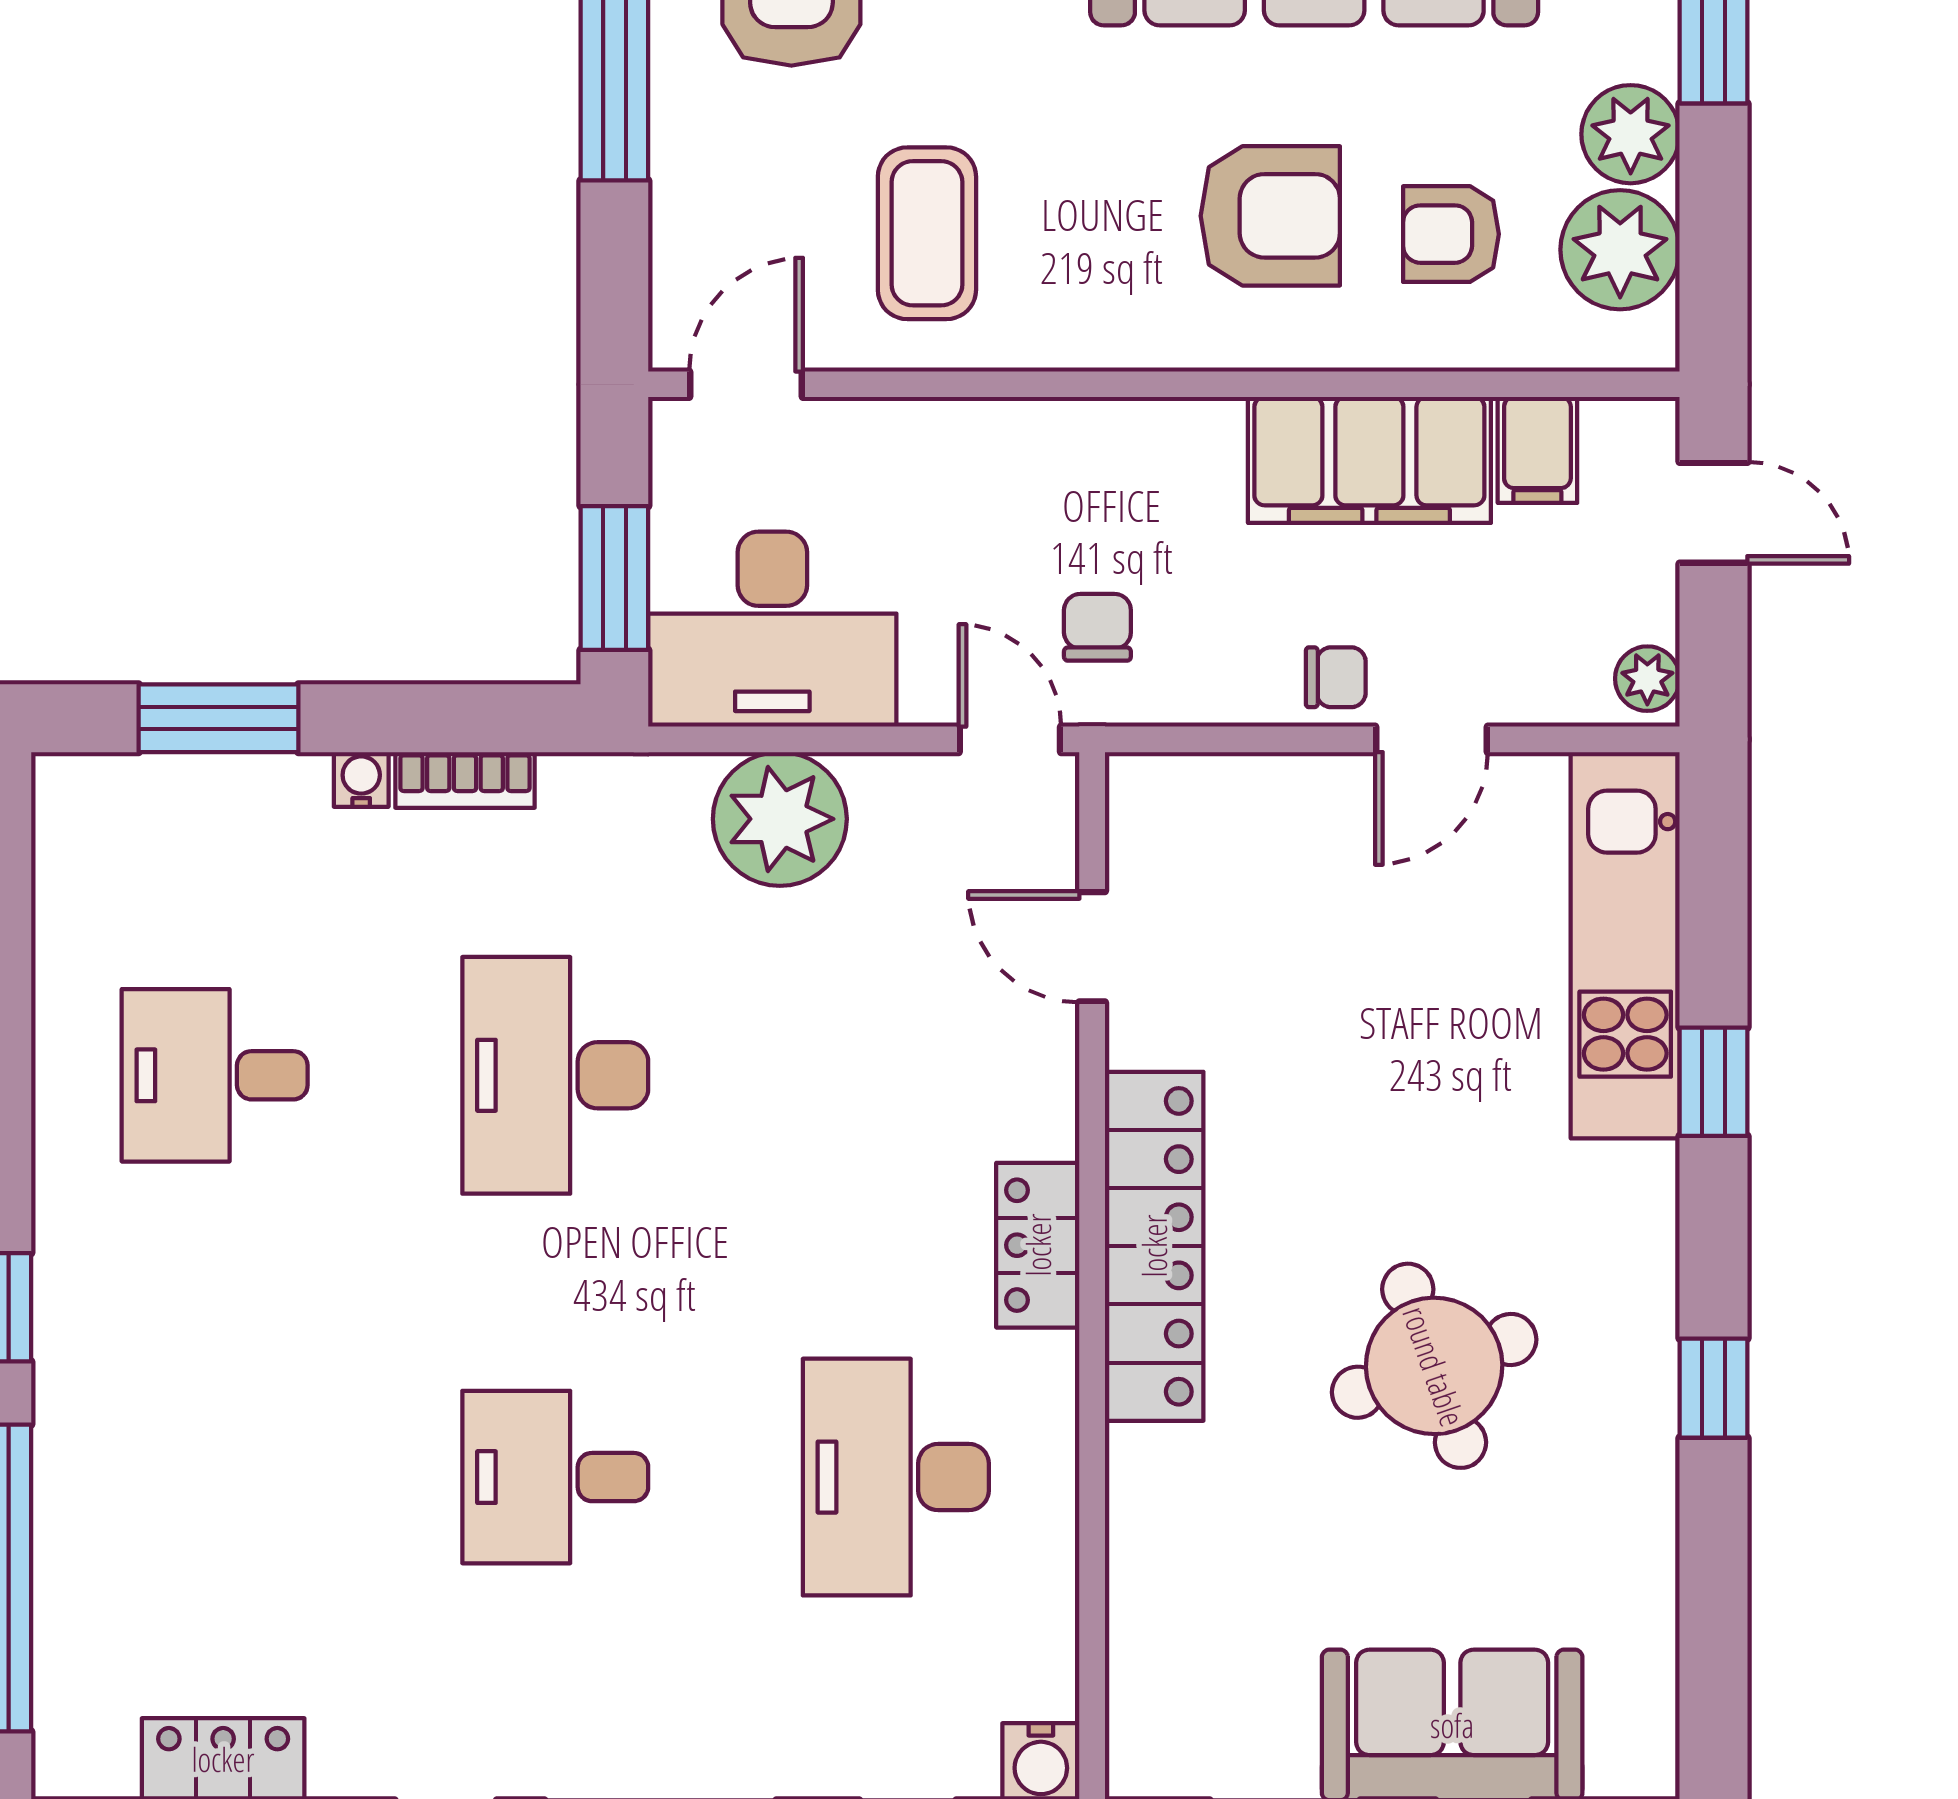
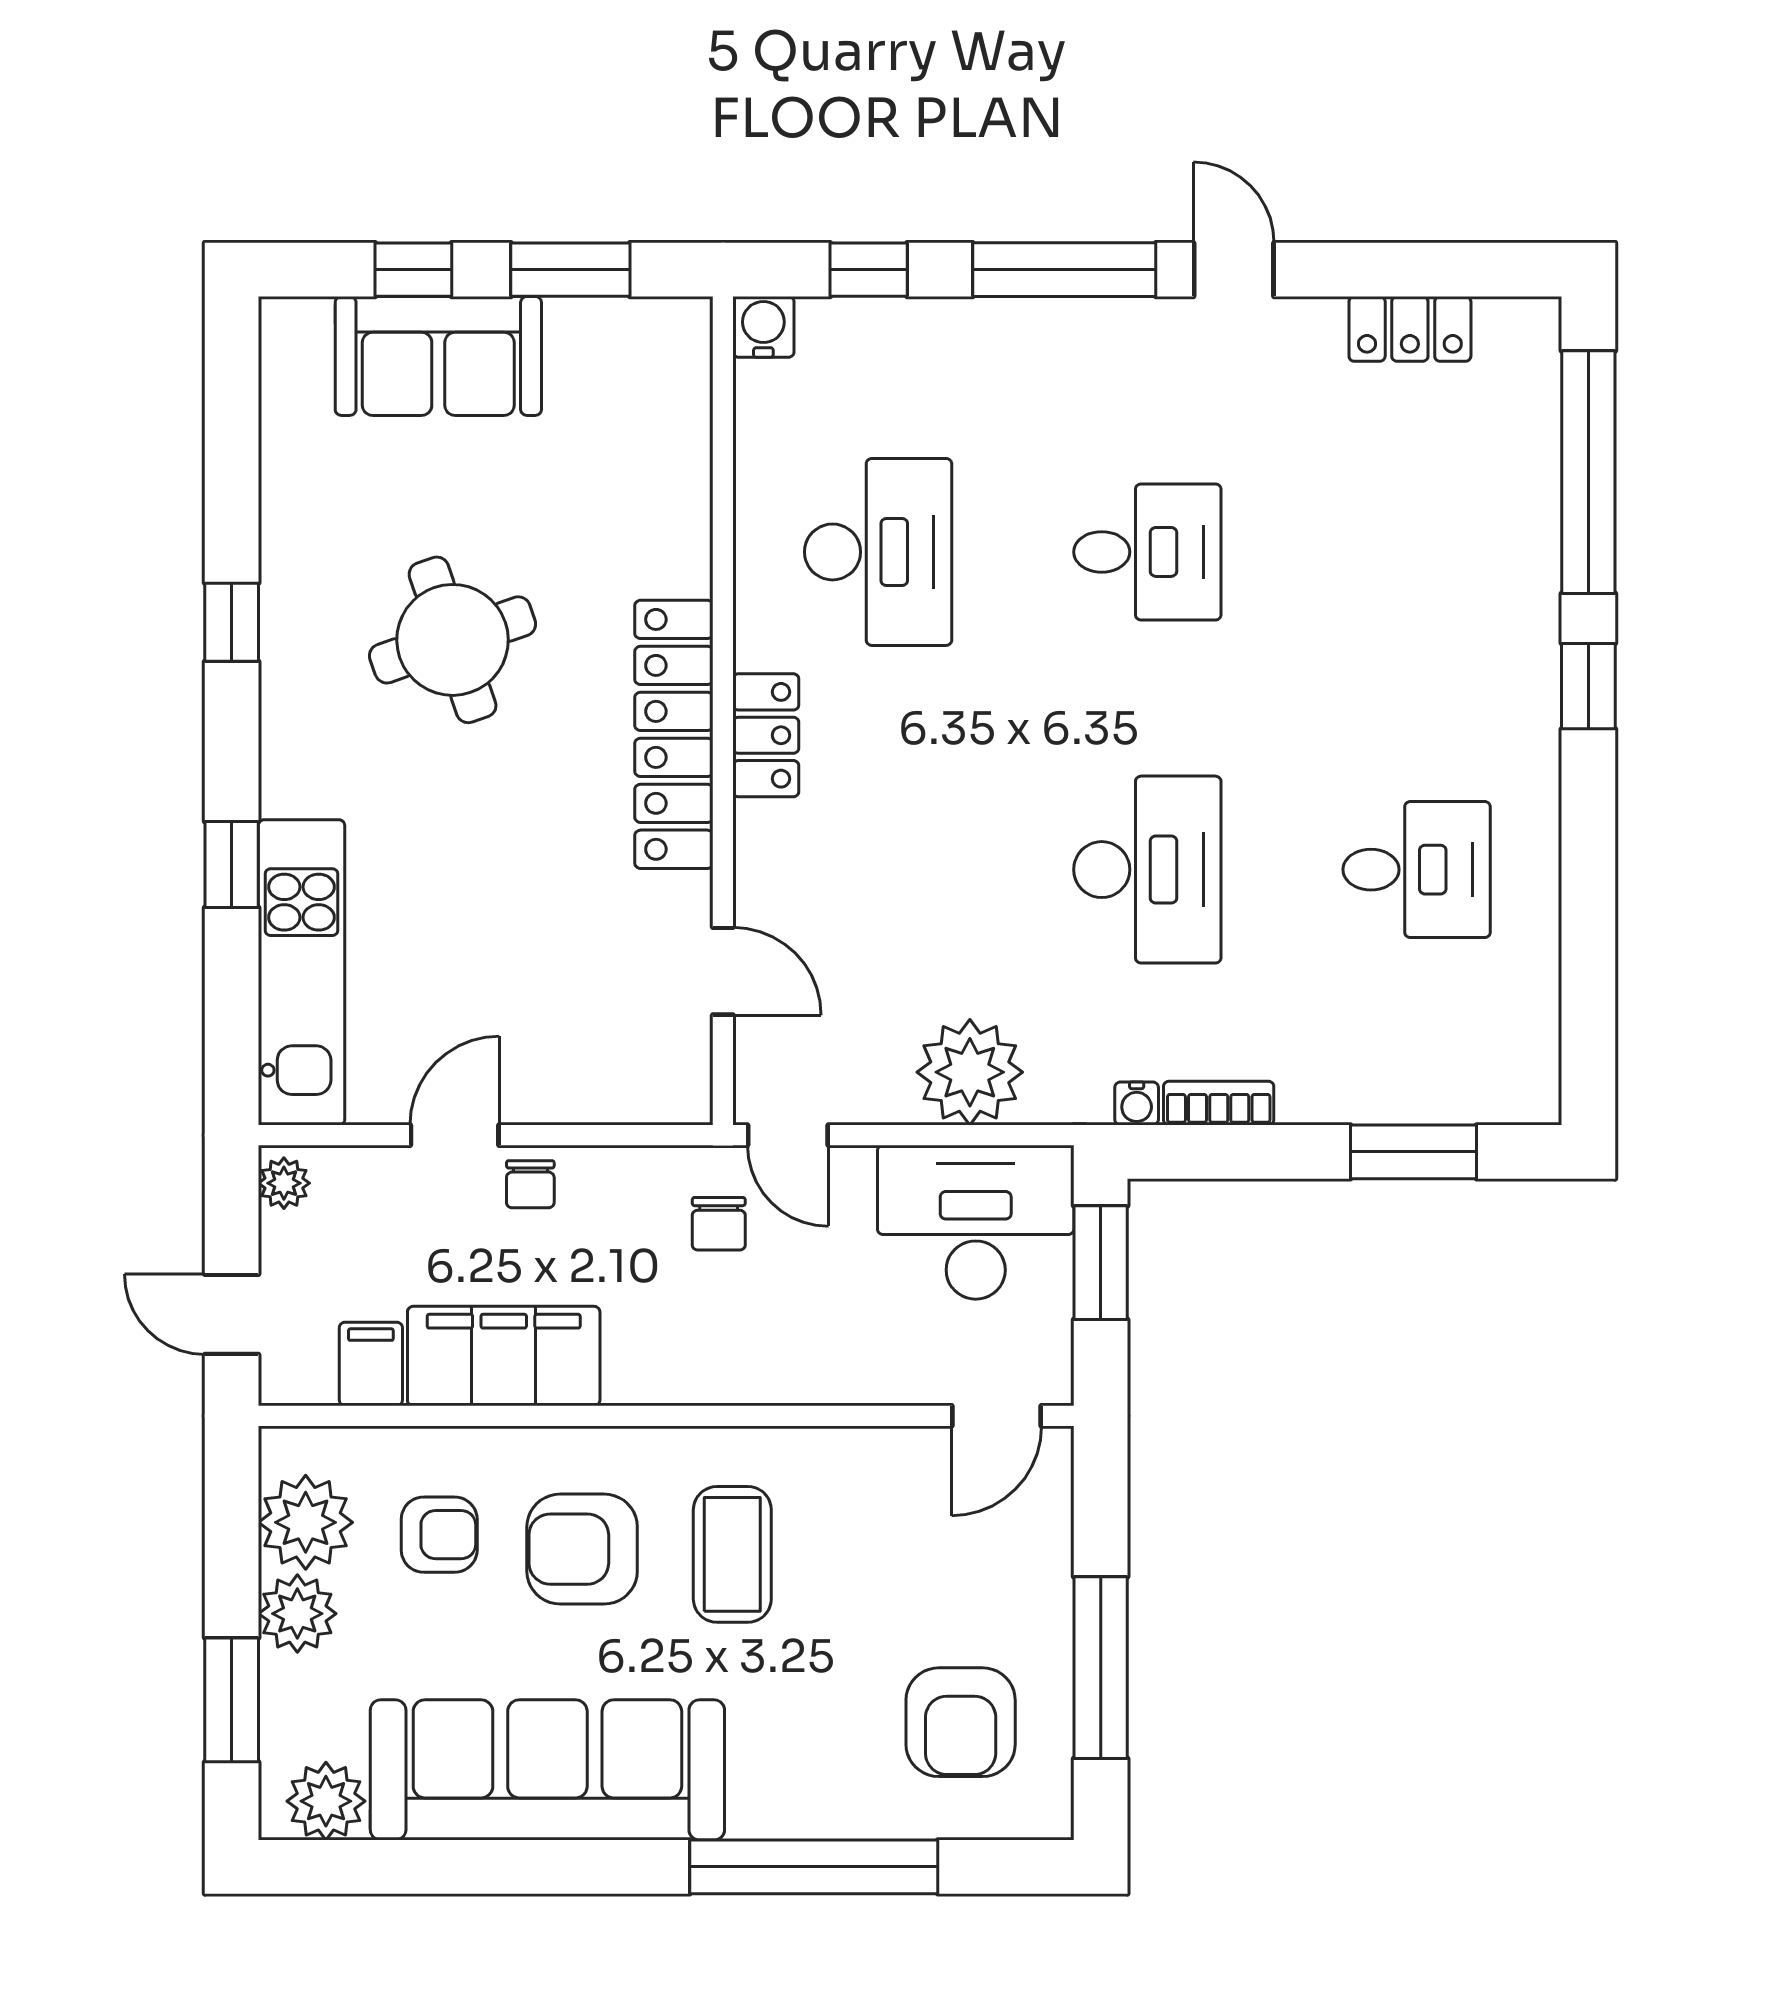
coffee table: (927, 233) -> (732, 1554), moved
chair: (1336, 677) -> (530, 1184), turned -90
water cooler: (361, 779) -> (1137, 1103), moved

